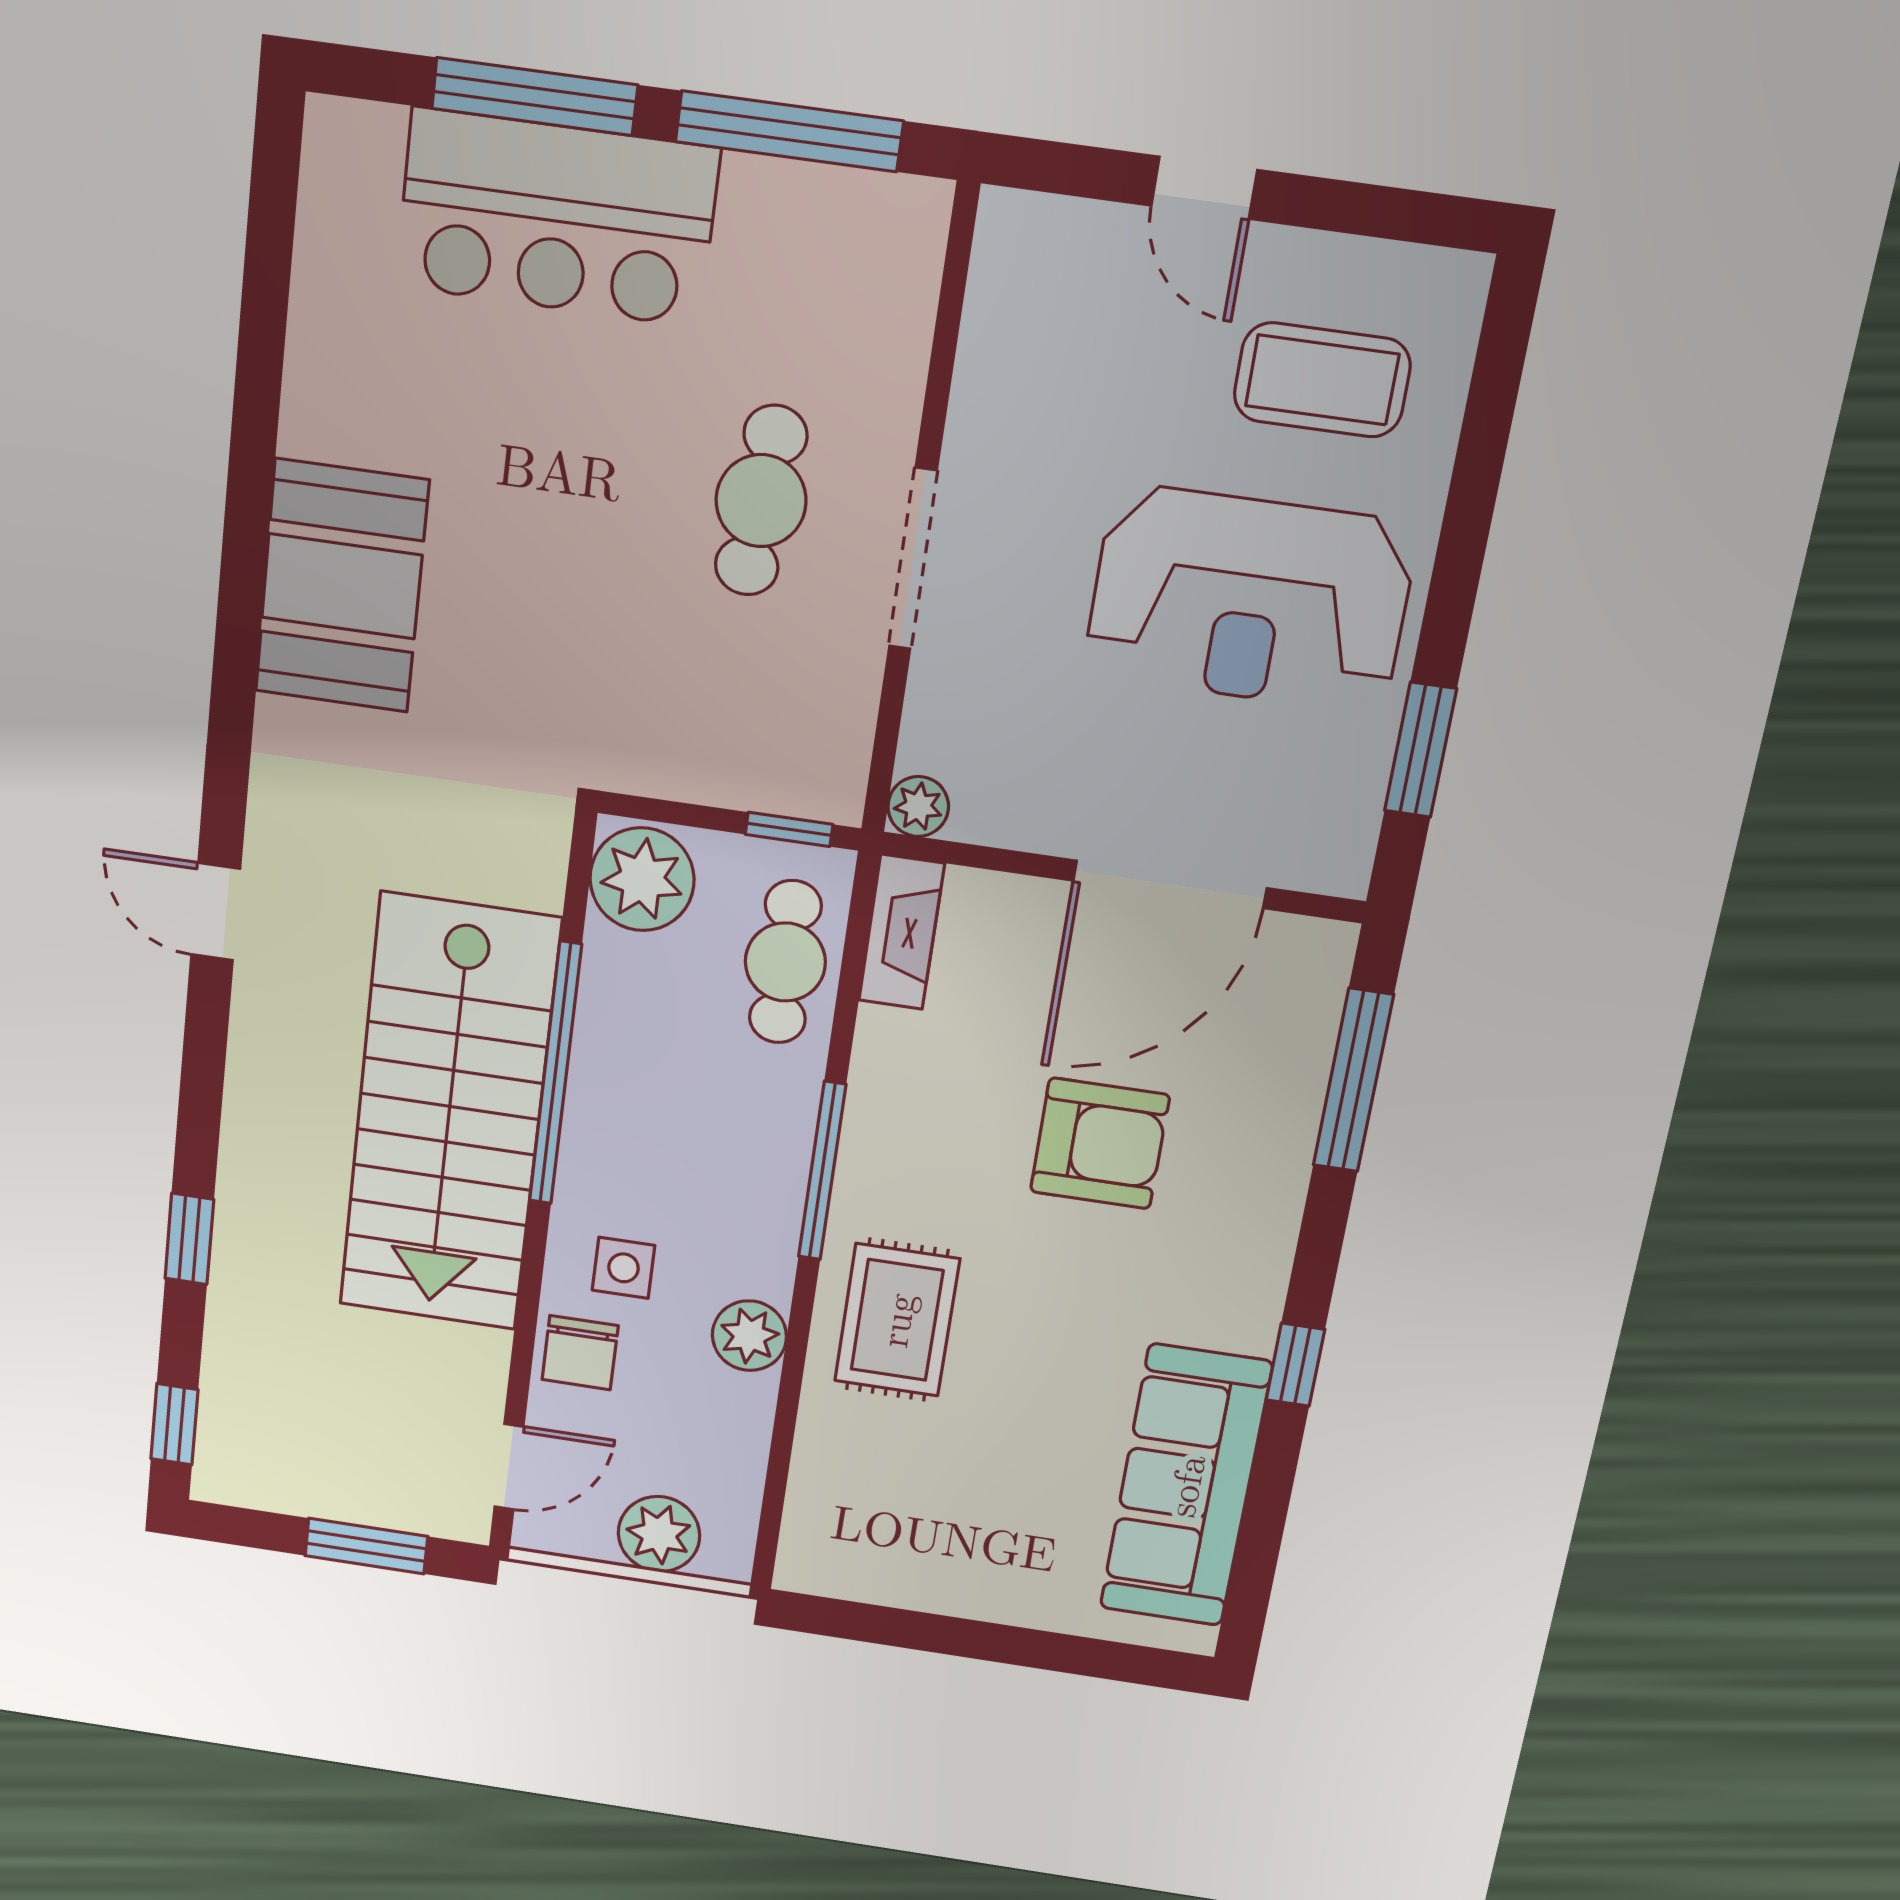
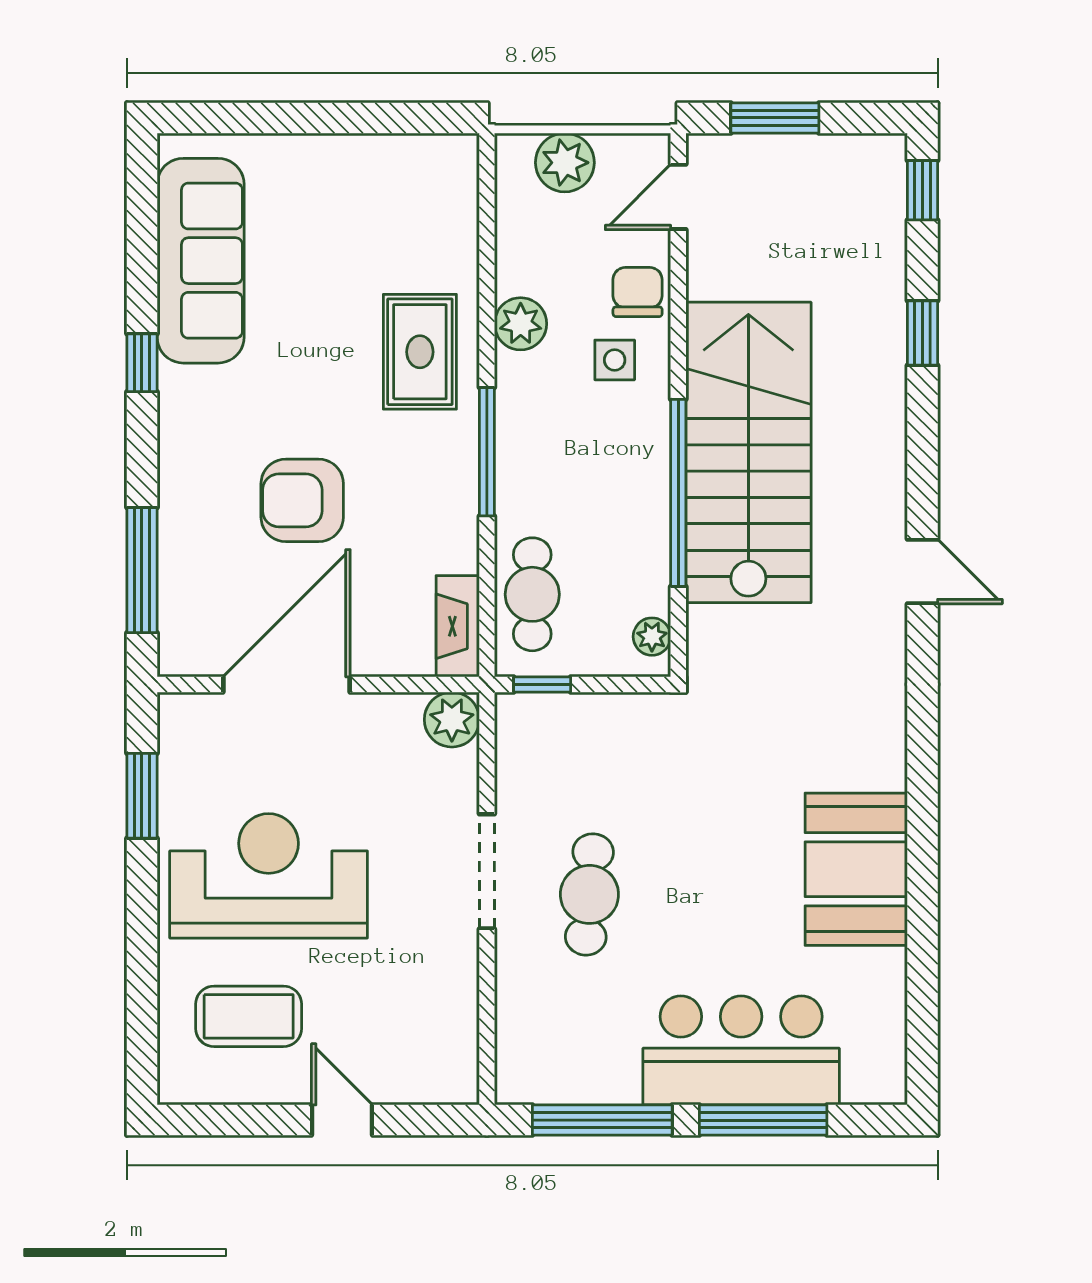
booth: (342, 586) -> (856, 869), moved
plant: (918, 806) -> (452, 720), width x1.38, depth x1.38
plant: (642, 879) -> (652, 637), width x0.53, depth x0.53

